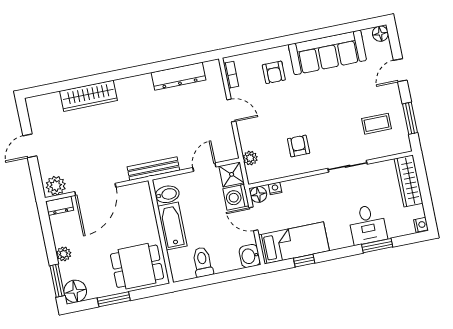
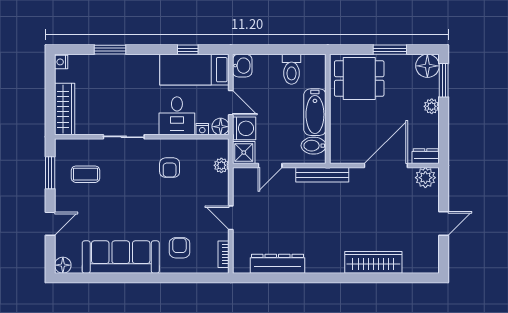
desk: (367, 224) -> (177, 116), moved, turned 180

